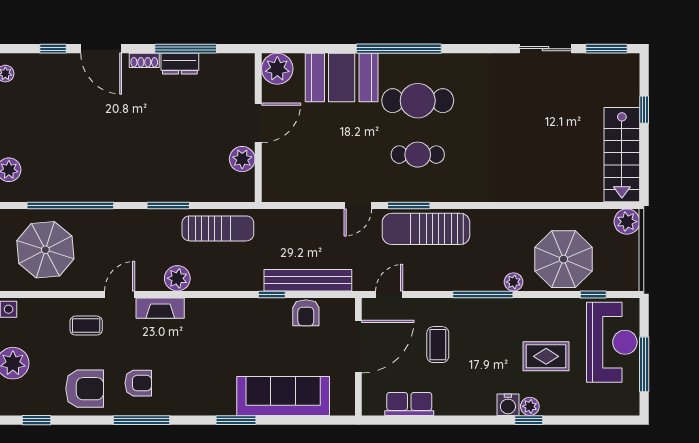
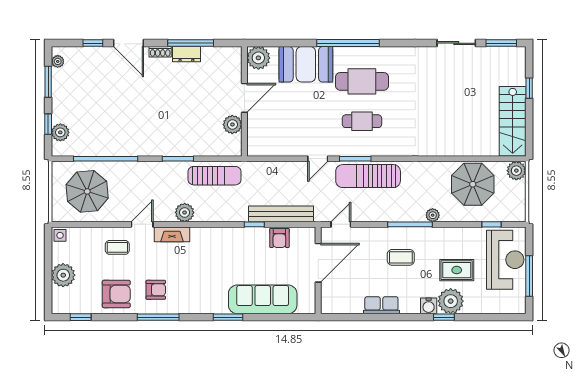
parasol: (564, 259) -> (473, 184), moved
coffee table: (438, 345) -> (401, 257), moved, turned 90
row of seats: (409, 404) -> (381, 305), moved
plant: (530, 406) -> (451, 301), width x1.87, depth x1.87

